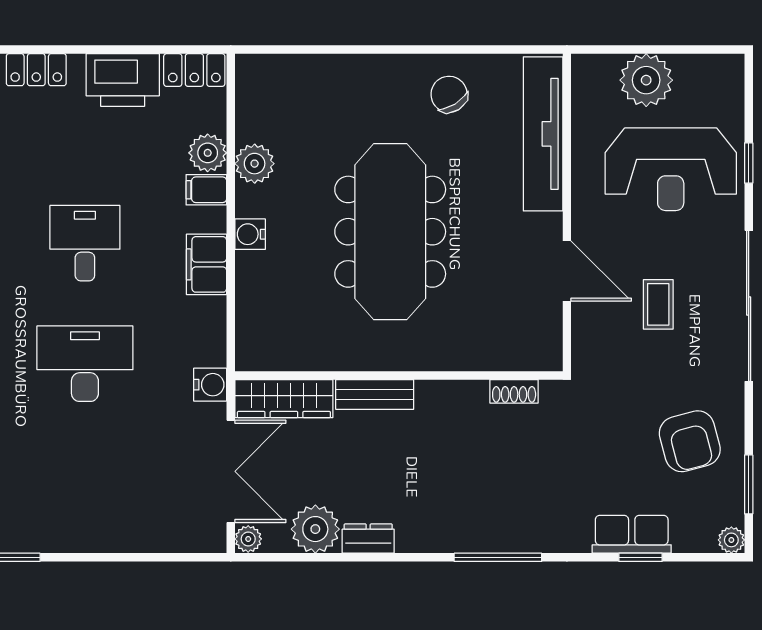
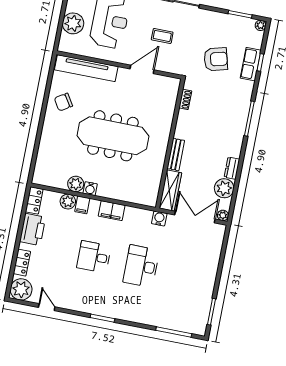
water cooler: (250, 234) -> (90, 189), moved
armchair: (690, 441) -> (216, 59), moved

